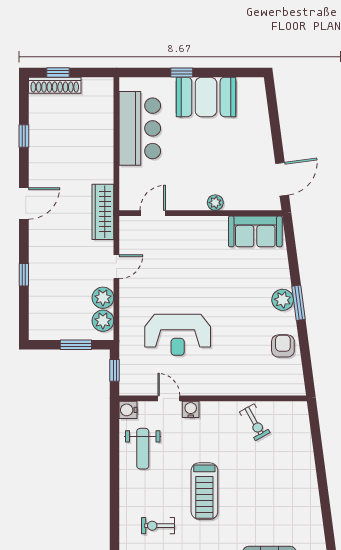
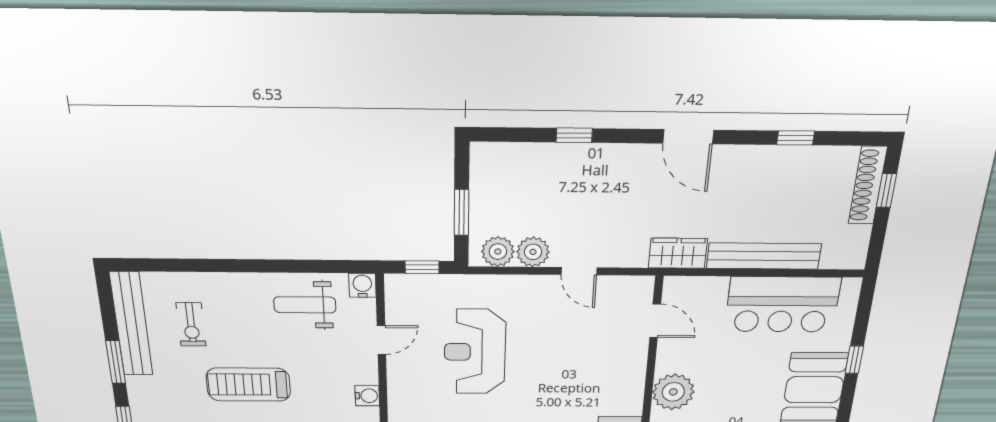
bench: (104, 146) -> (764, 256), added
plant: (215, 203) -> (673, 392), width x1.87, depth x1.87
wardrobe: (103, 212) -> (678, 253), width x0.67
water cooler: (191, 409) -> (367, 396), moved
exercise bike: (158, 526) -> (191, 324), turned 180

